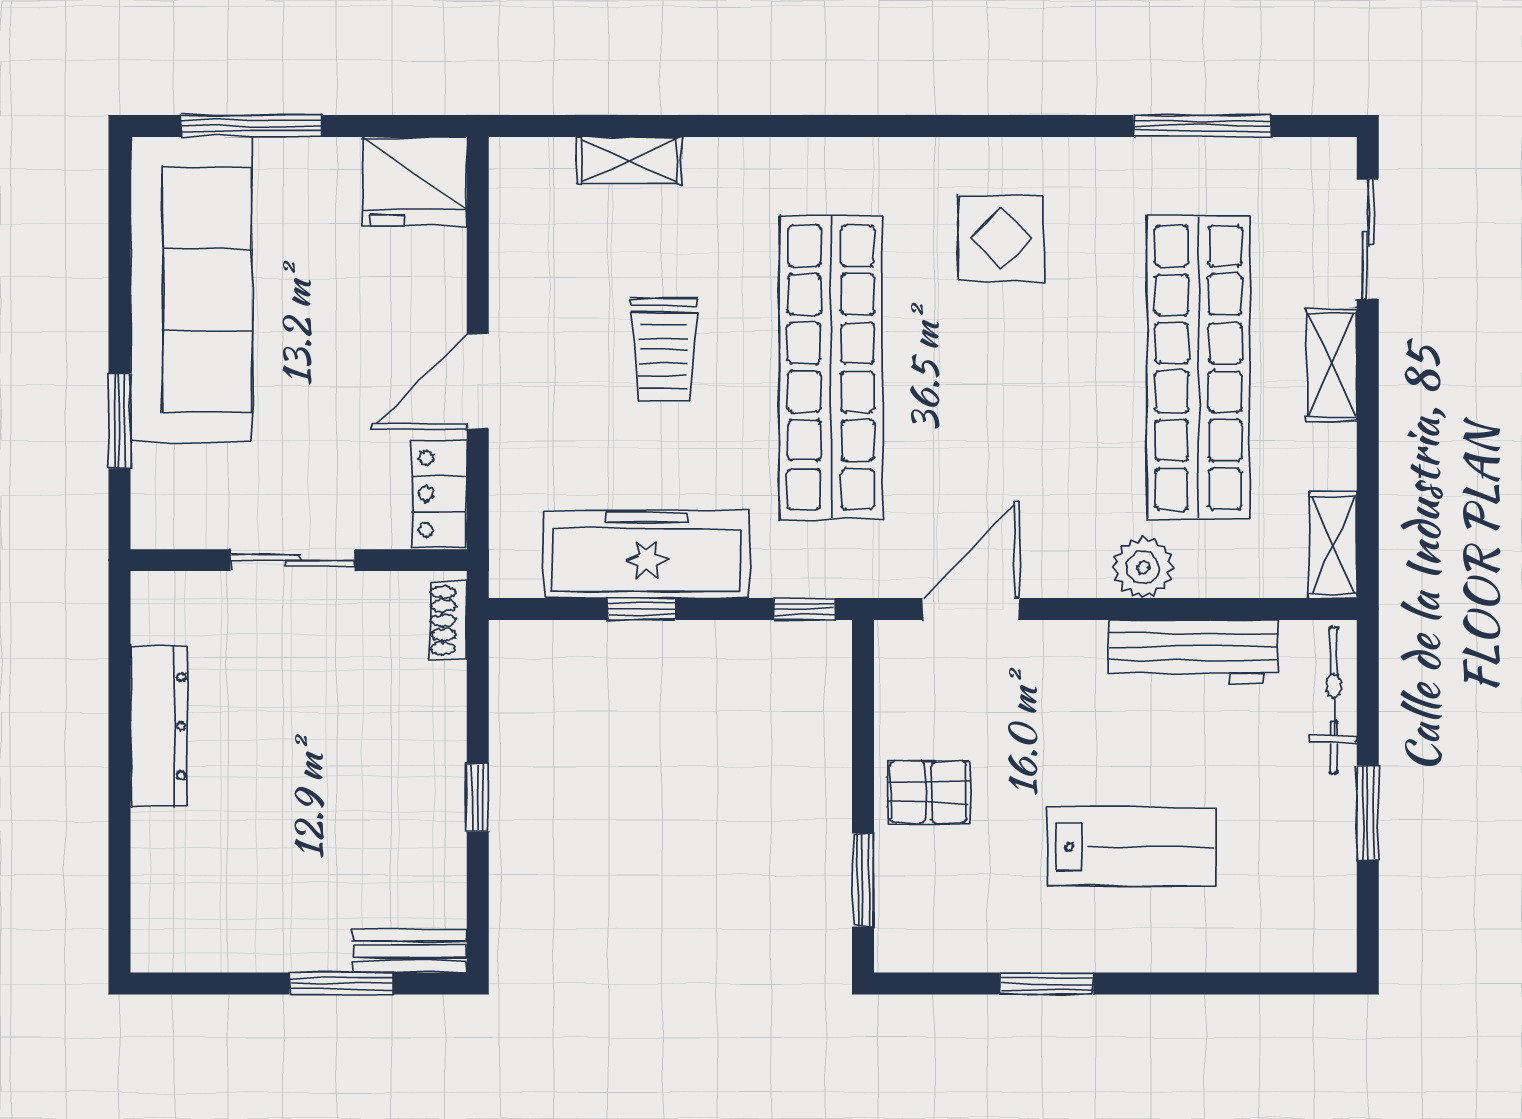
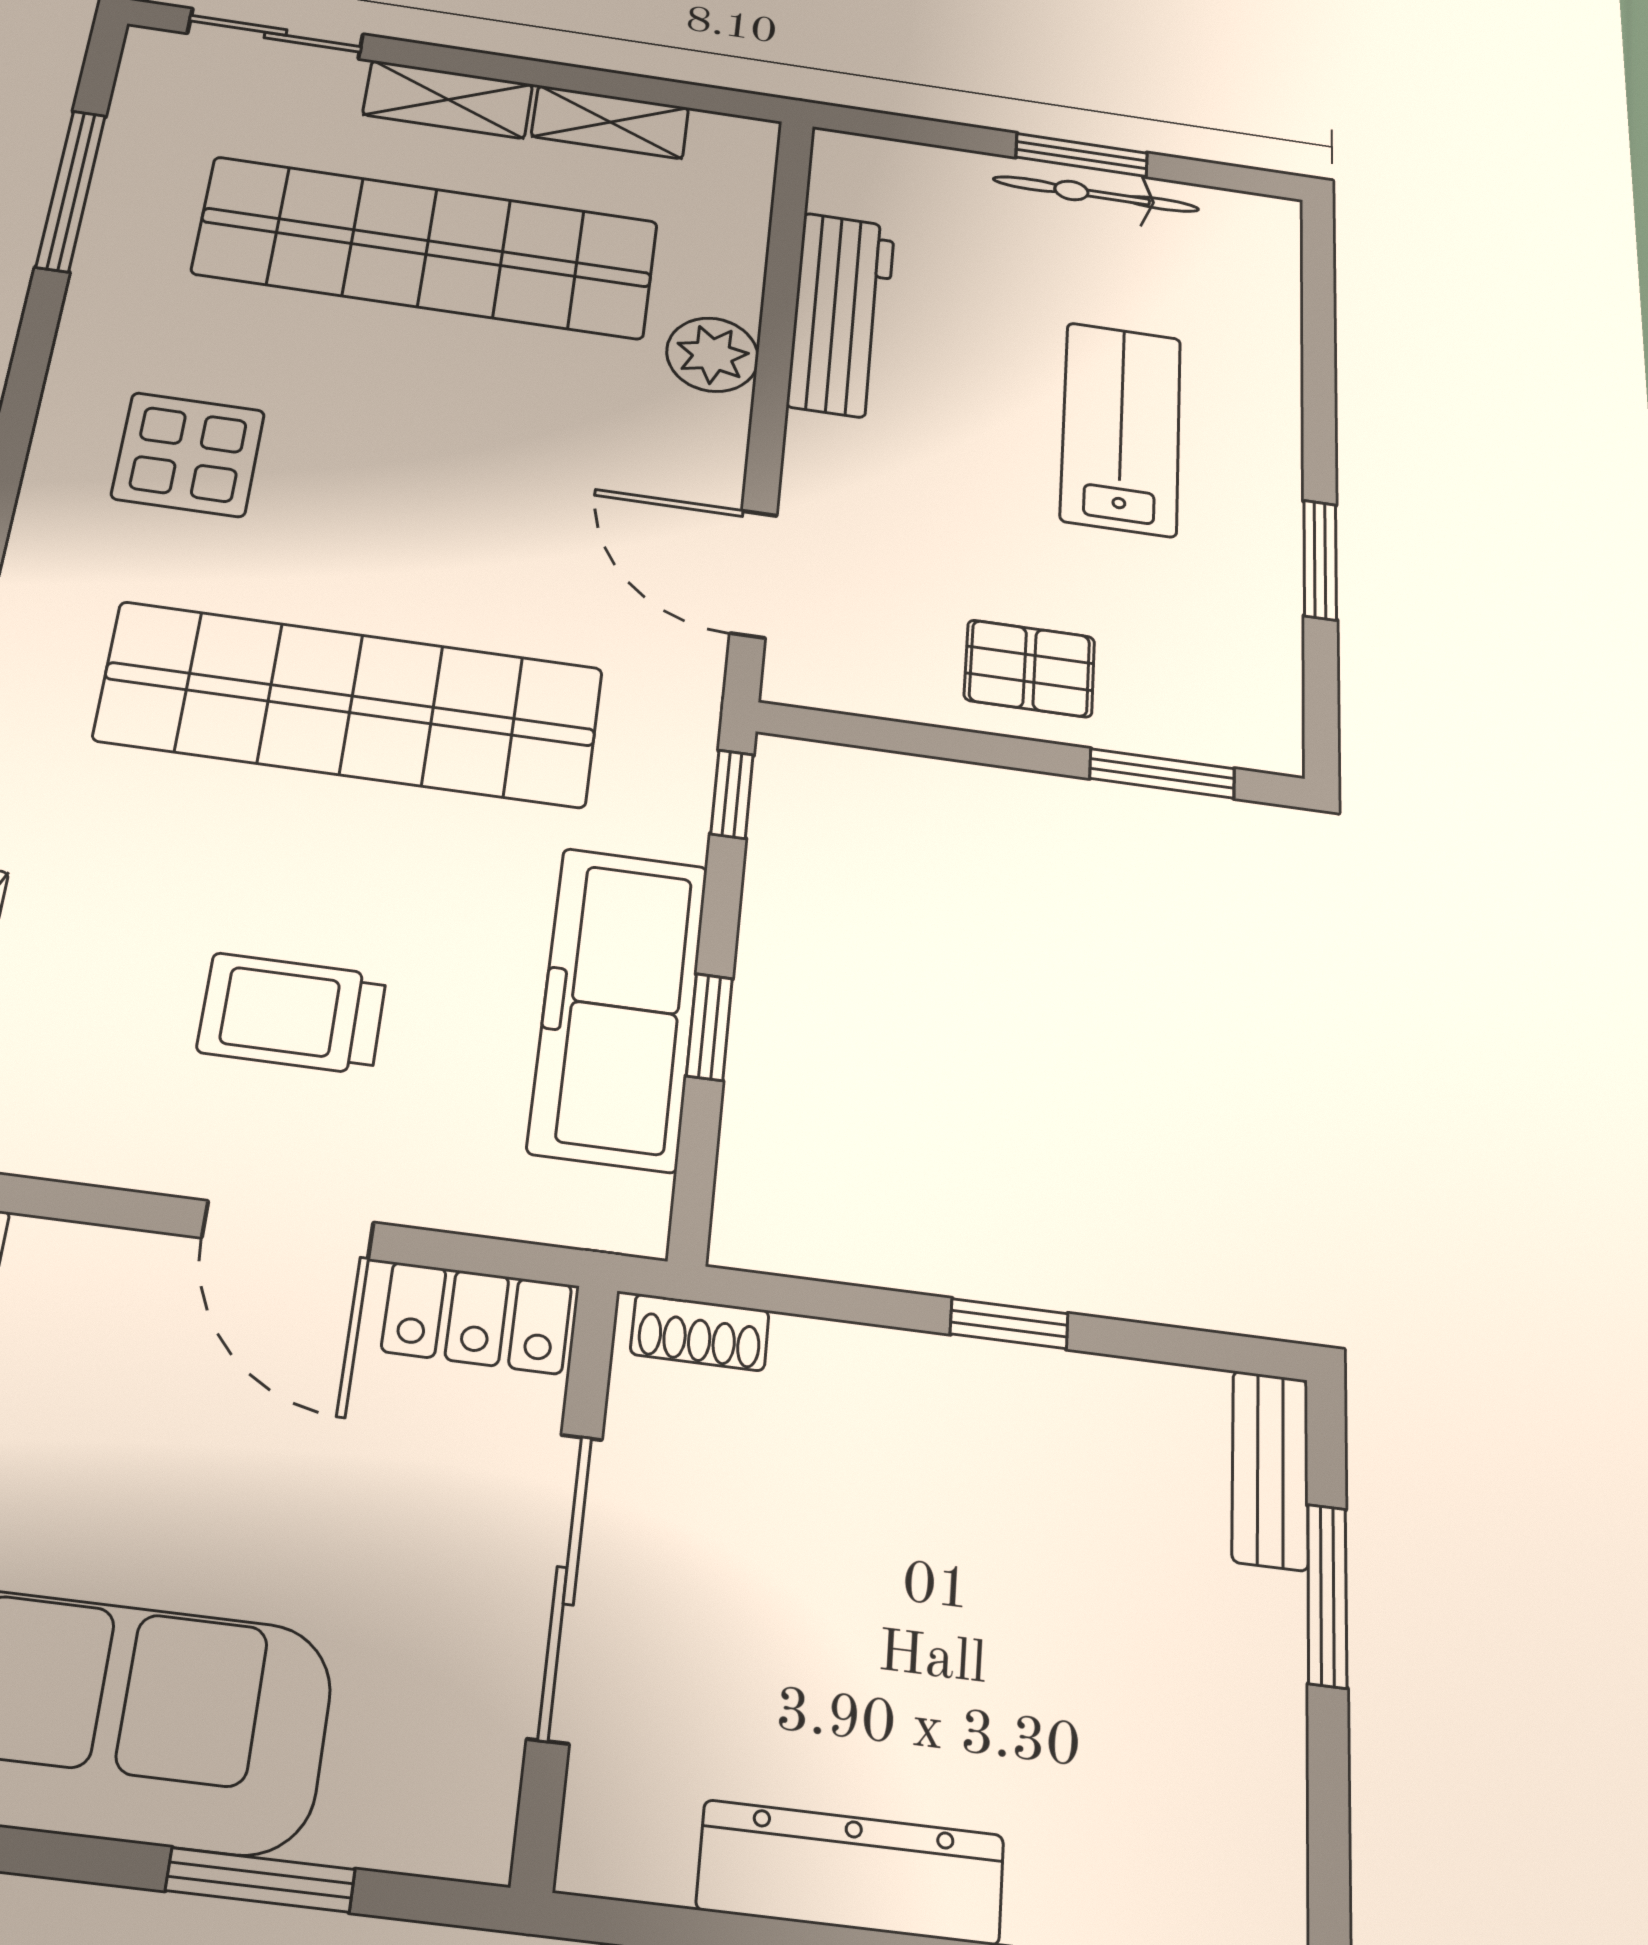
trolley: (664, 349) -> (292, 1014), moved, turned 180
shelving: (1333, 545) -> (610, 122), moved
sliding door: (293, 560) -> (565, 1586), width x1.37
bicycle: (1334, 701) -> (1096, 194), moved
pallet: (928, 792) -> (1030, 668), turned 90

